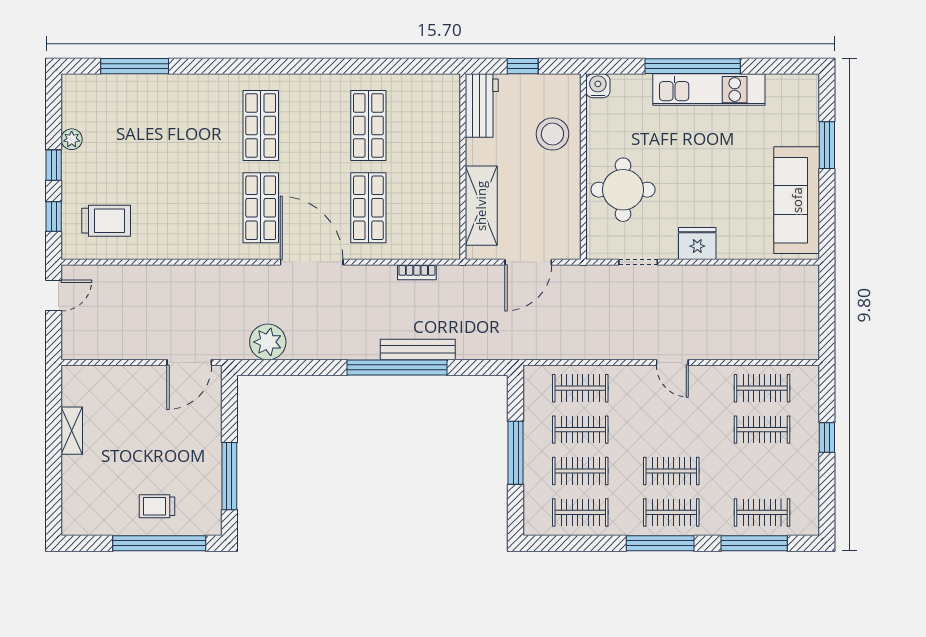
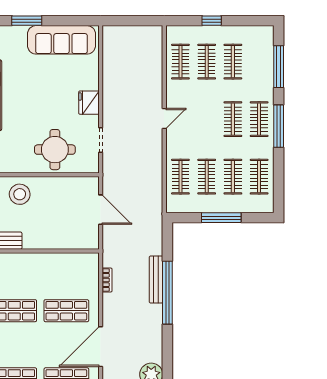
shelving: (481, 206) -> (65, 239), removed
clothes rail: (762, 512) -> (233, 62), moved

